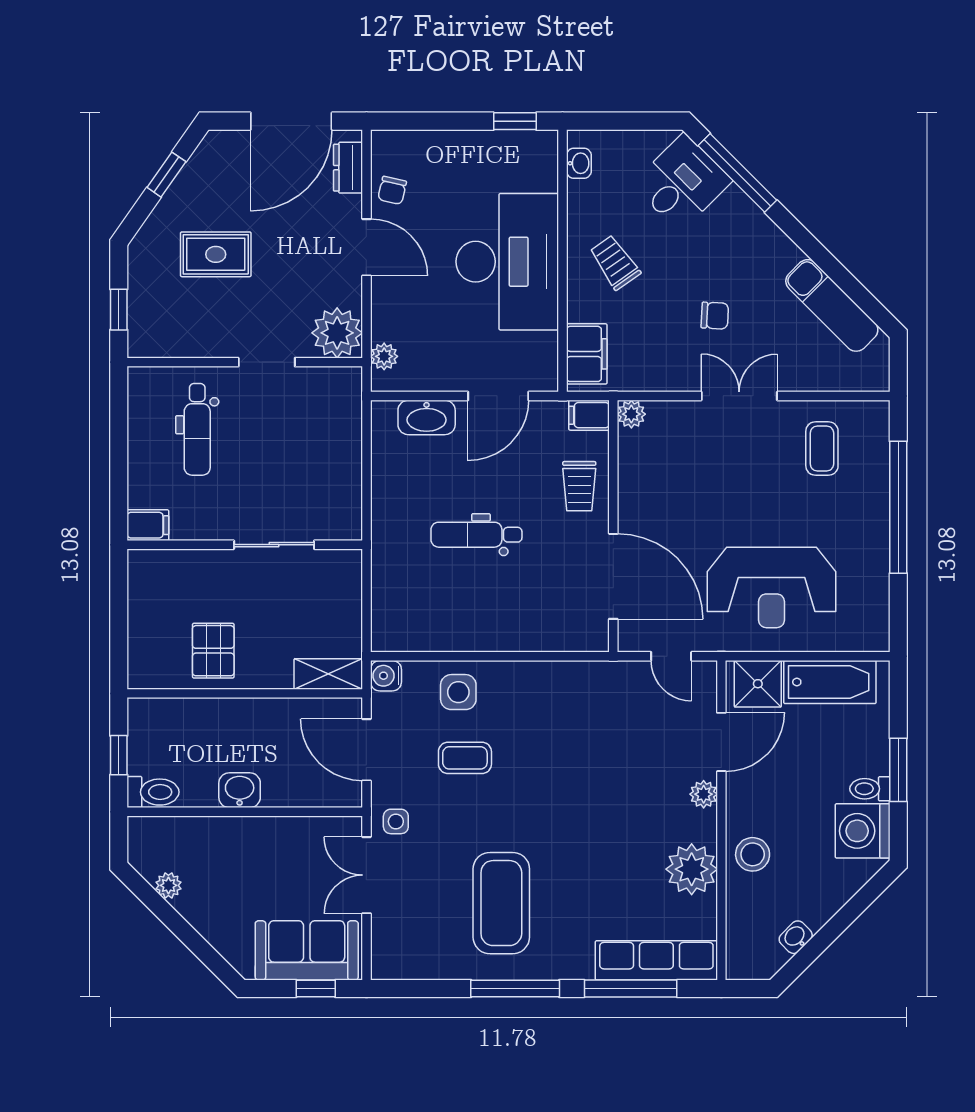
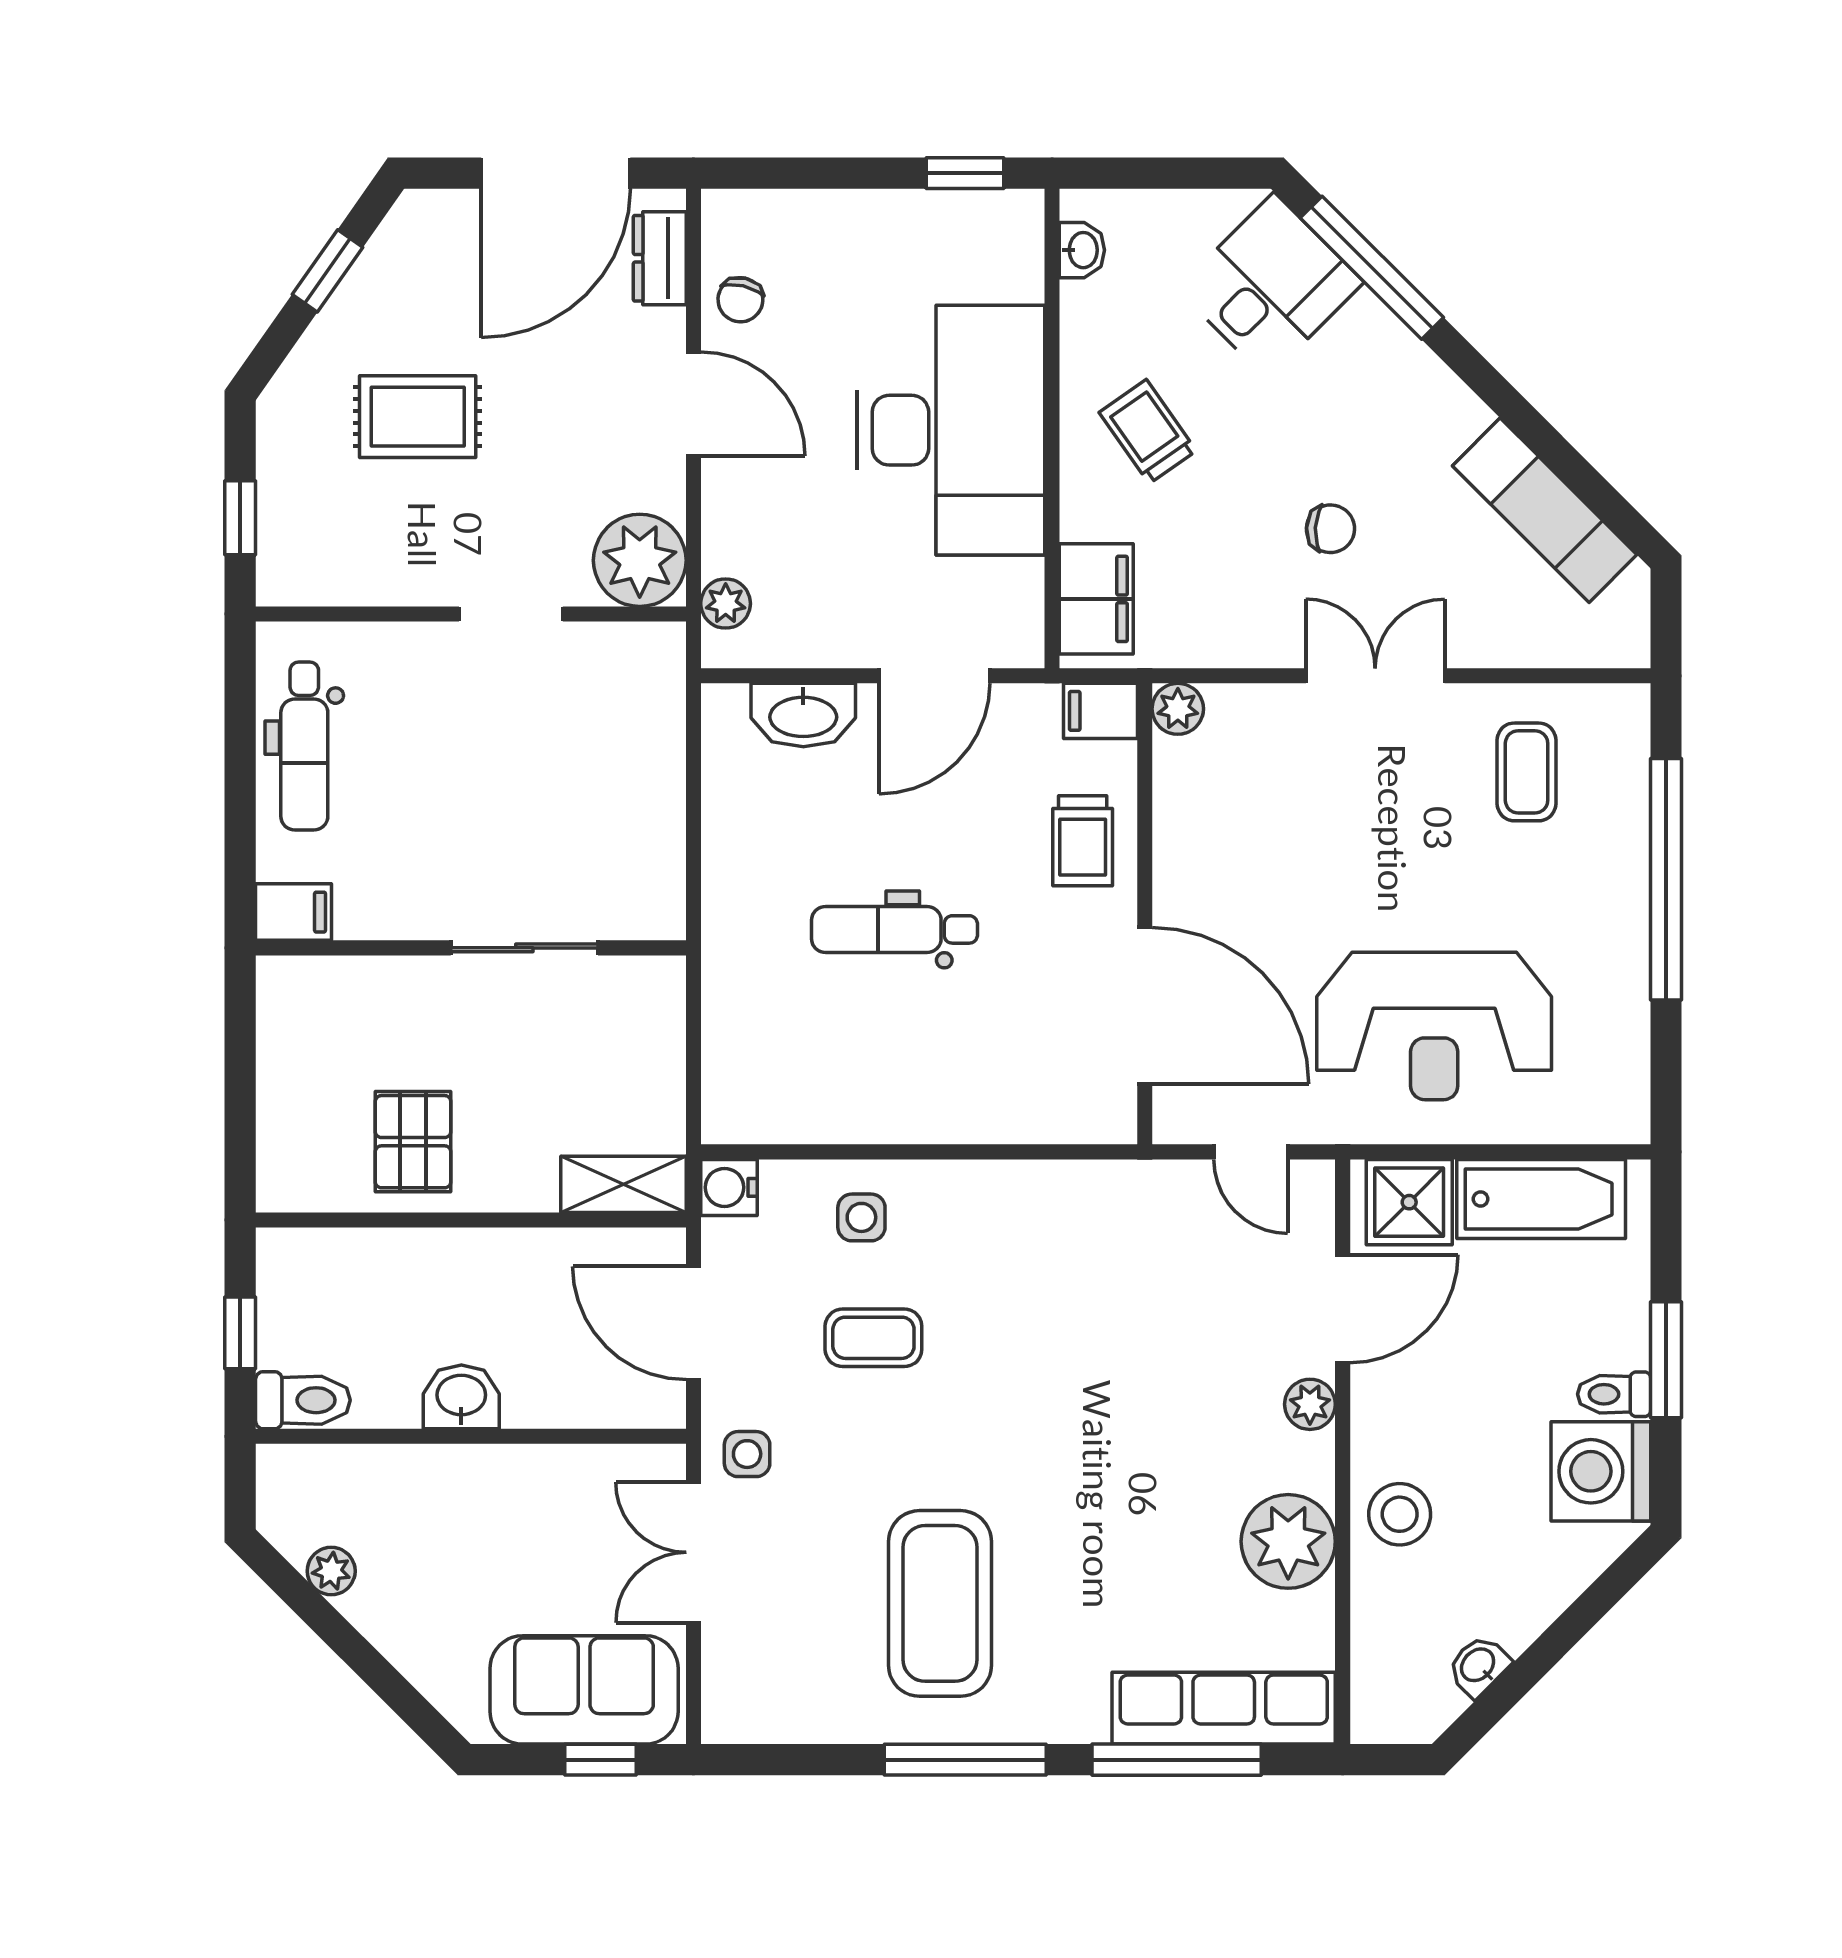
dental chair: (197, 429) -> (304, 746), moved
side table: (458, 692) -> (861, 1217), width x0.73, depth x0.73

